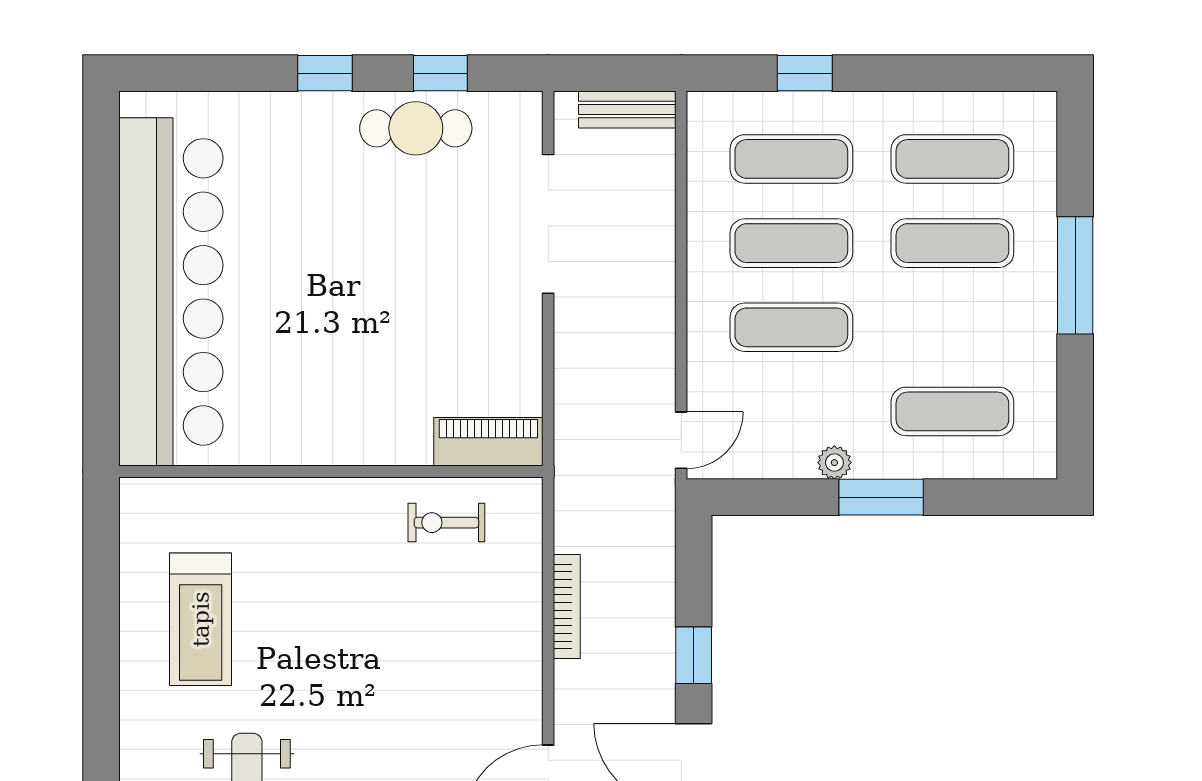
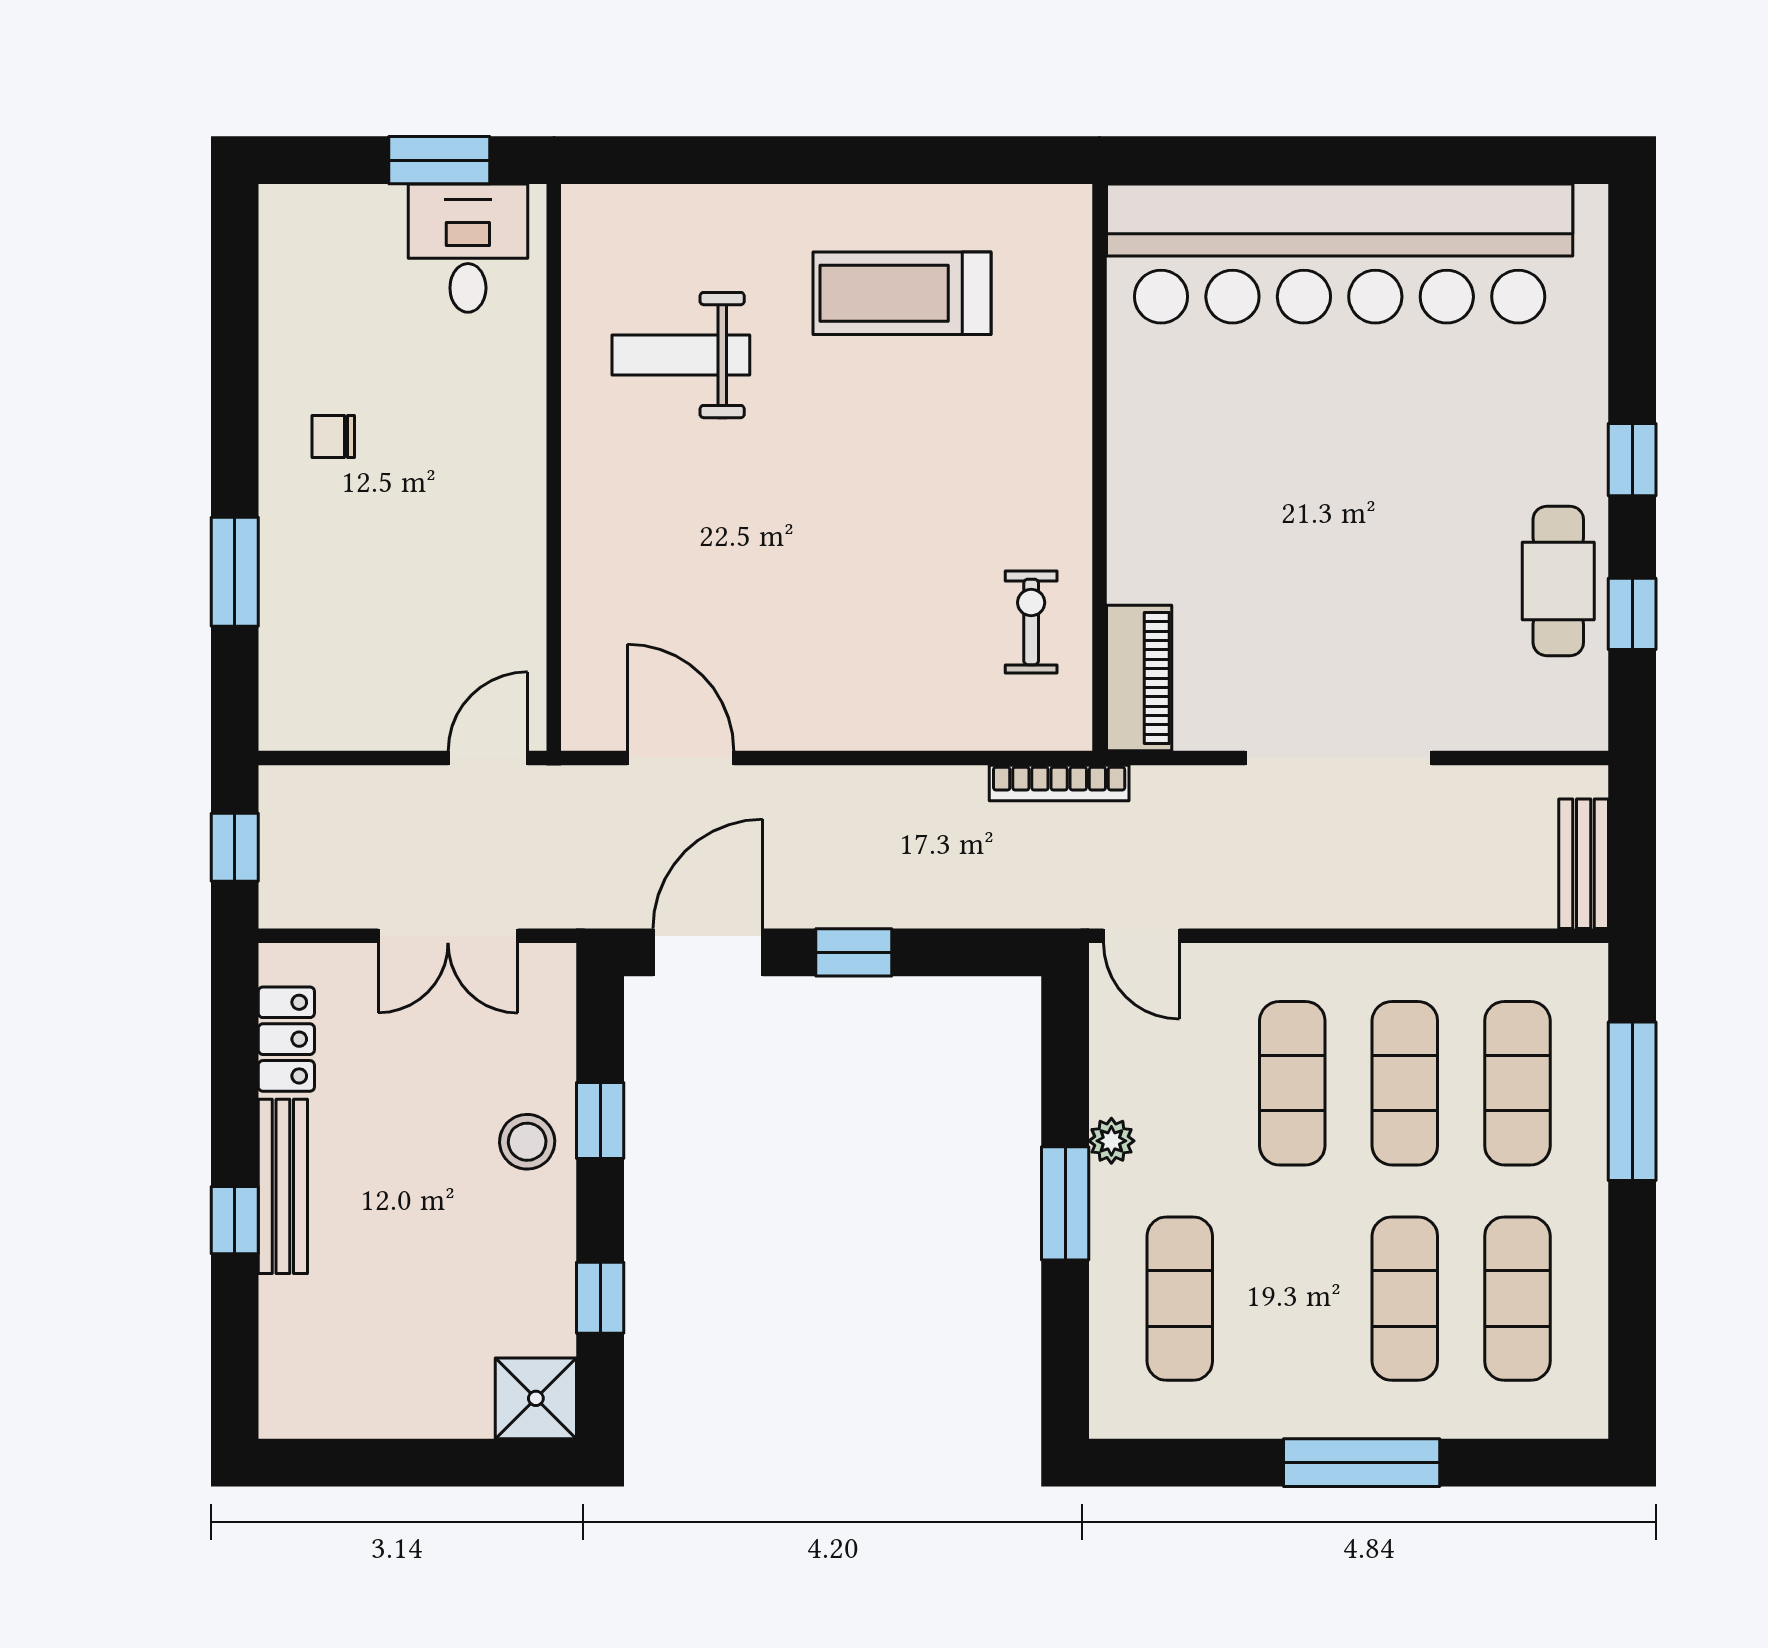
window: (805, 73) -> (1632, 1101), width x2.17
doorway: (548, 224) -> (1338, 758), moved
bookcase: (567, 607) -> (1059, 783), moved

